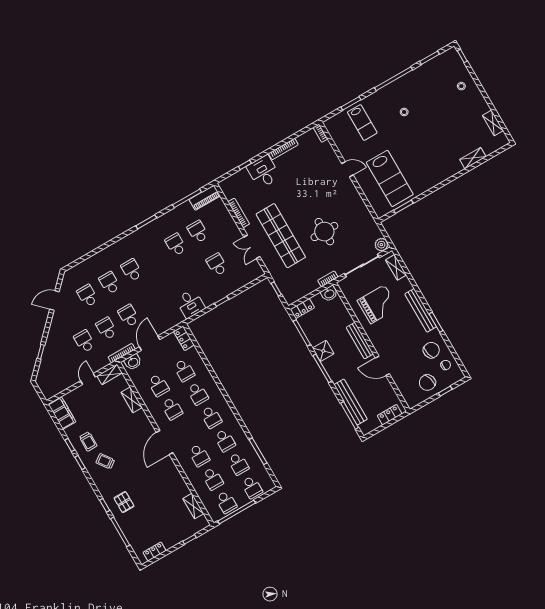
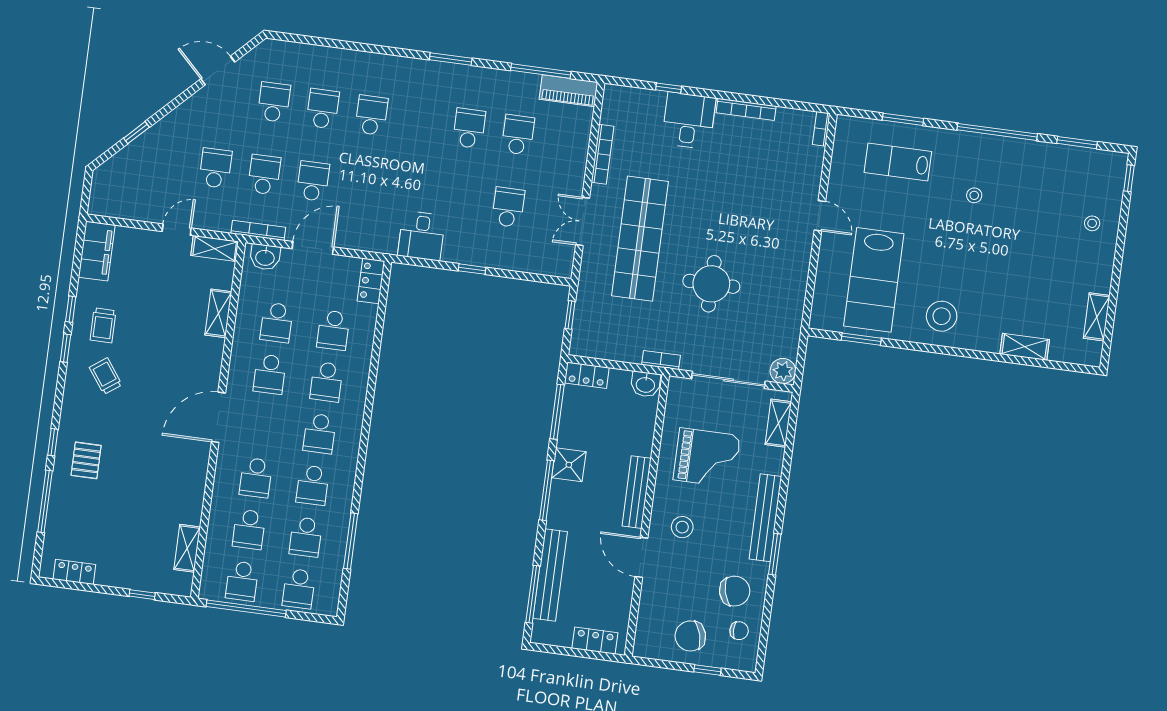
lab bench: (362, 123) -> (898, 162), turned 90
stool: (429, 172) -> (942, 316), added
stool: (390, 341) -> (682, 527), added

